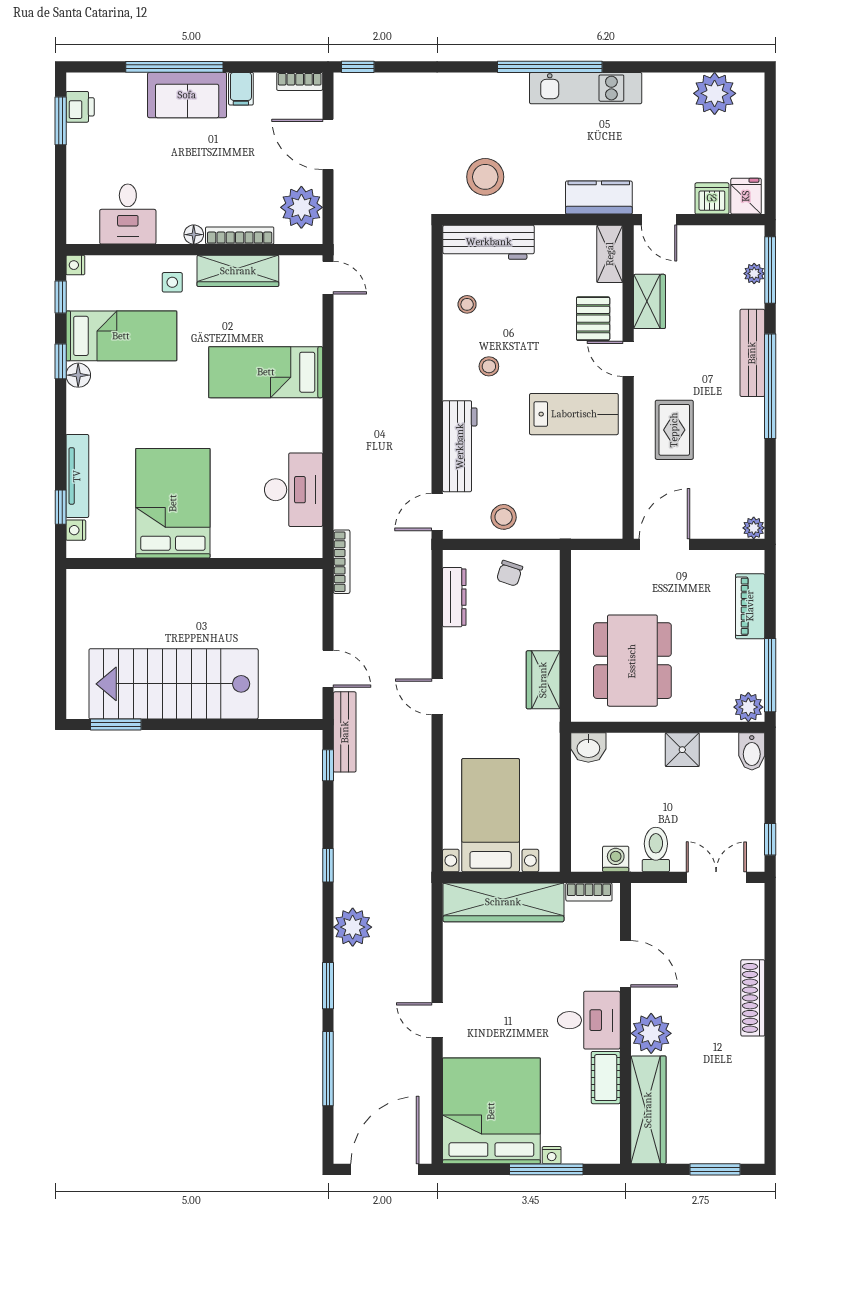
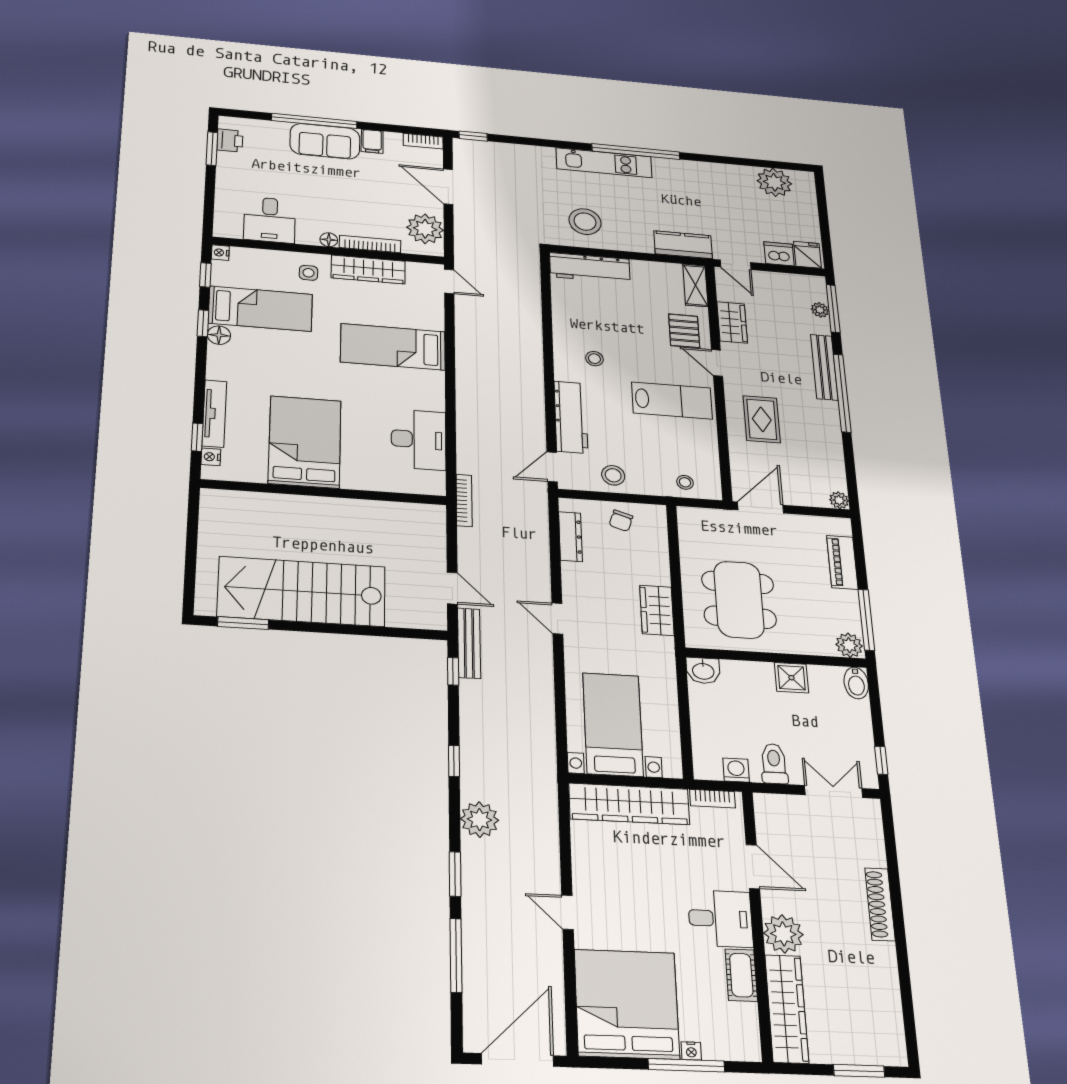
kitchen unit: (586, 88) -> (604, 163), moved
stool: (467, 304) -> (685, 482), moved

